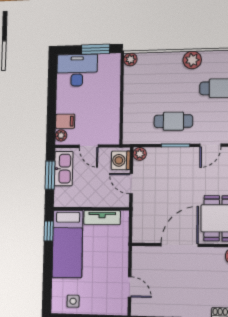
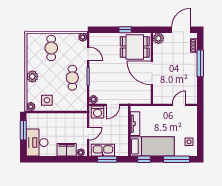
plant: (192, 60) -> (32, 76), moved
side table: (140, 83) -> (47, 100), added
filing cabinet: (65, 121) -> (67, 150), width x2.00
window: (47, 281) -> (176, 159), added

